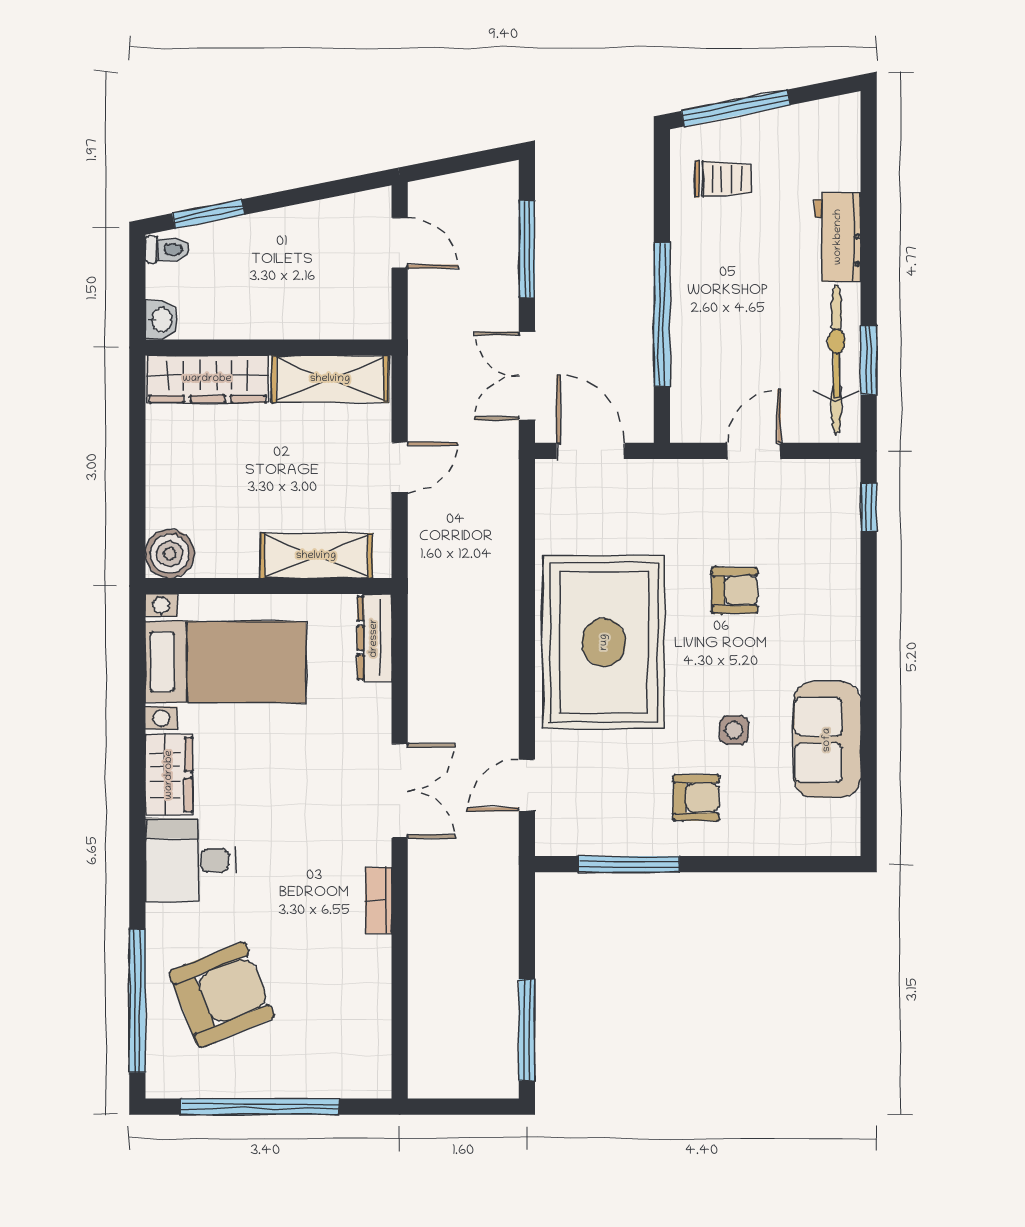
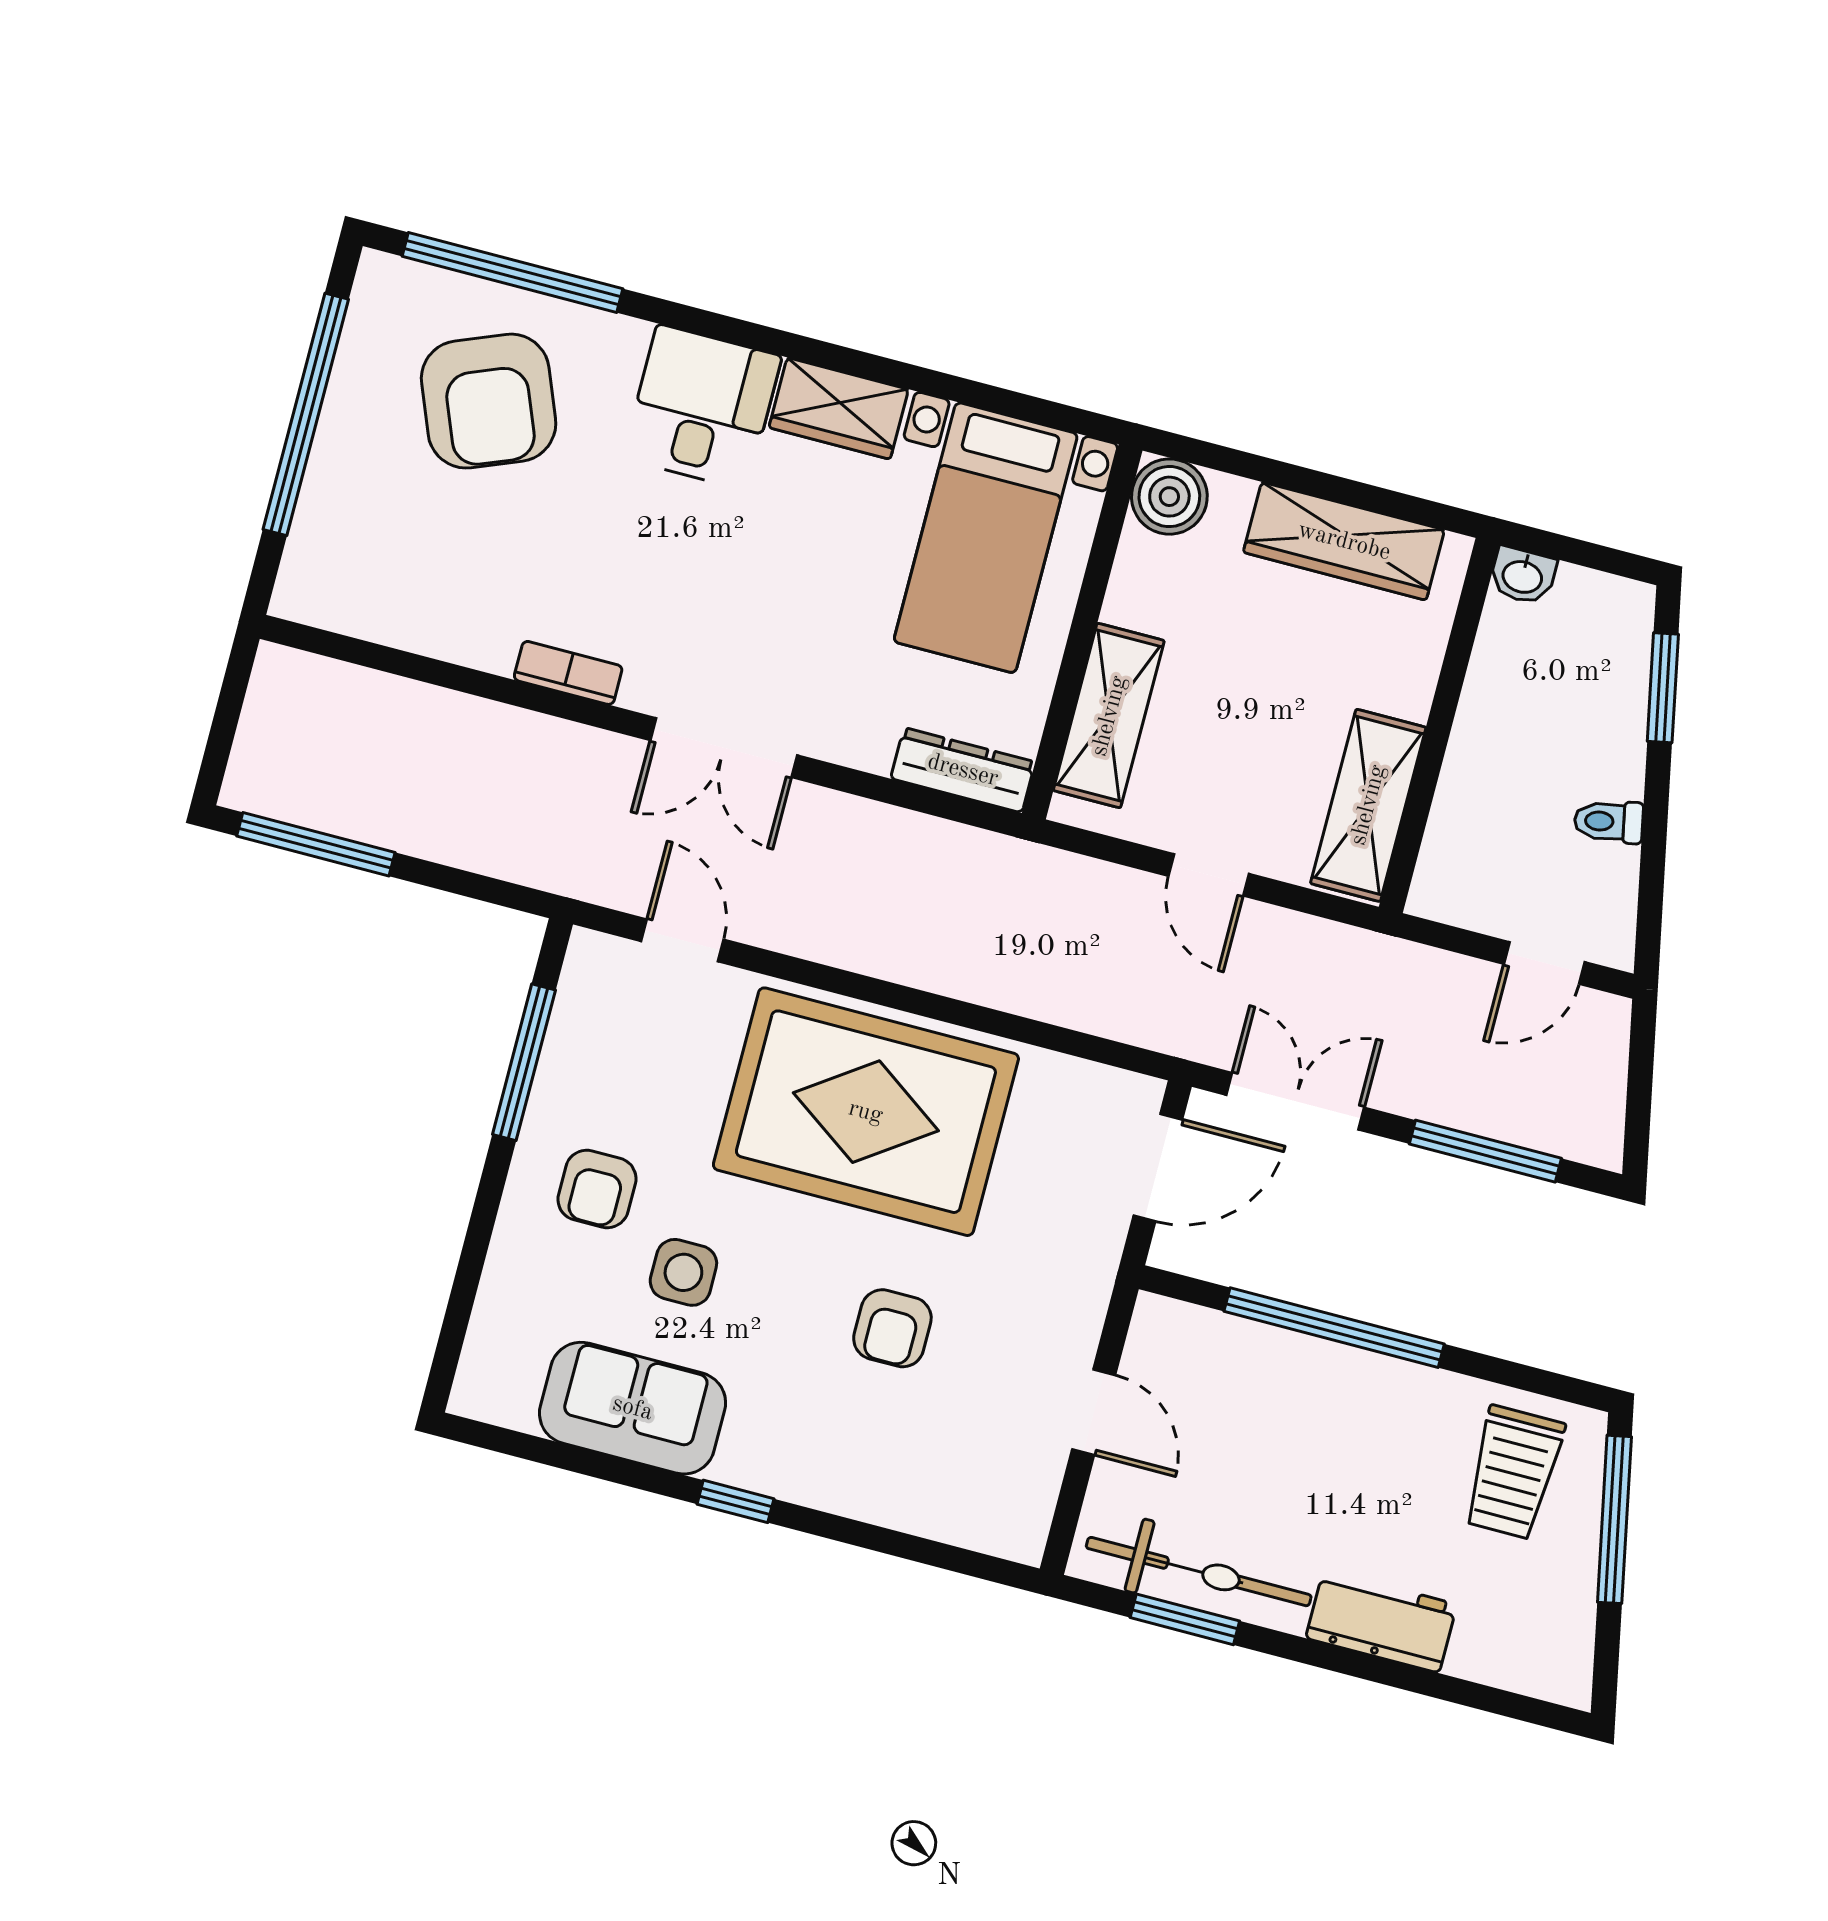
trolley: (723, 179) -> (1513, 1472), width x1.36, depth x1.39
toilet: (167, 250) -> (1609, 822), moved, turned 79
wardrobe: (207, 379) -> (1344, 541), moved, turned -90
window: (869, 507) -> (736, 1501), moved
side table: (734, 730) -> (683, 1272), width x1.37, depth x1.37

